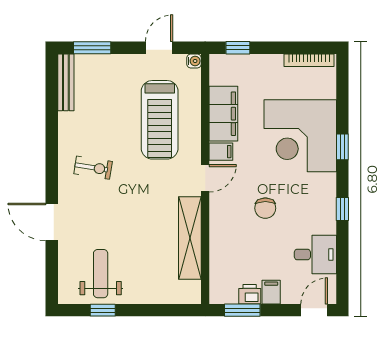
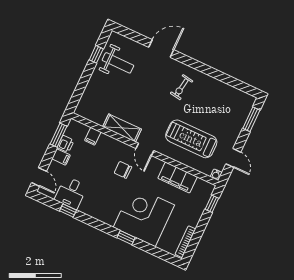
bench: (66, 82) -> (238, 95), removed
filing cabinet: (221, 152) -> (93, 136), moved
chair: (265, 208) -> (123, 170), moved
window: (342, 209) -> (68, 211), moved
shelving: (190, 238) -> (122, 128), width x0.68

